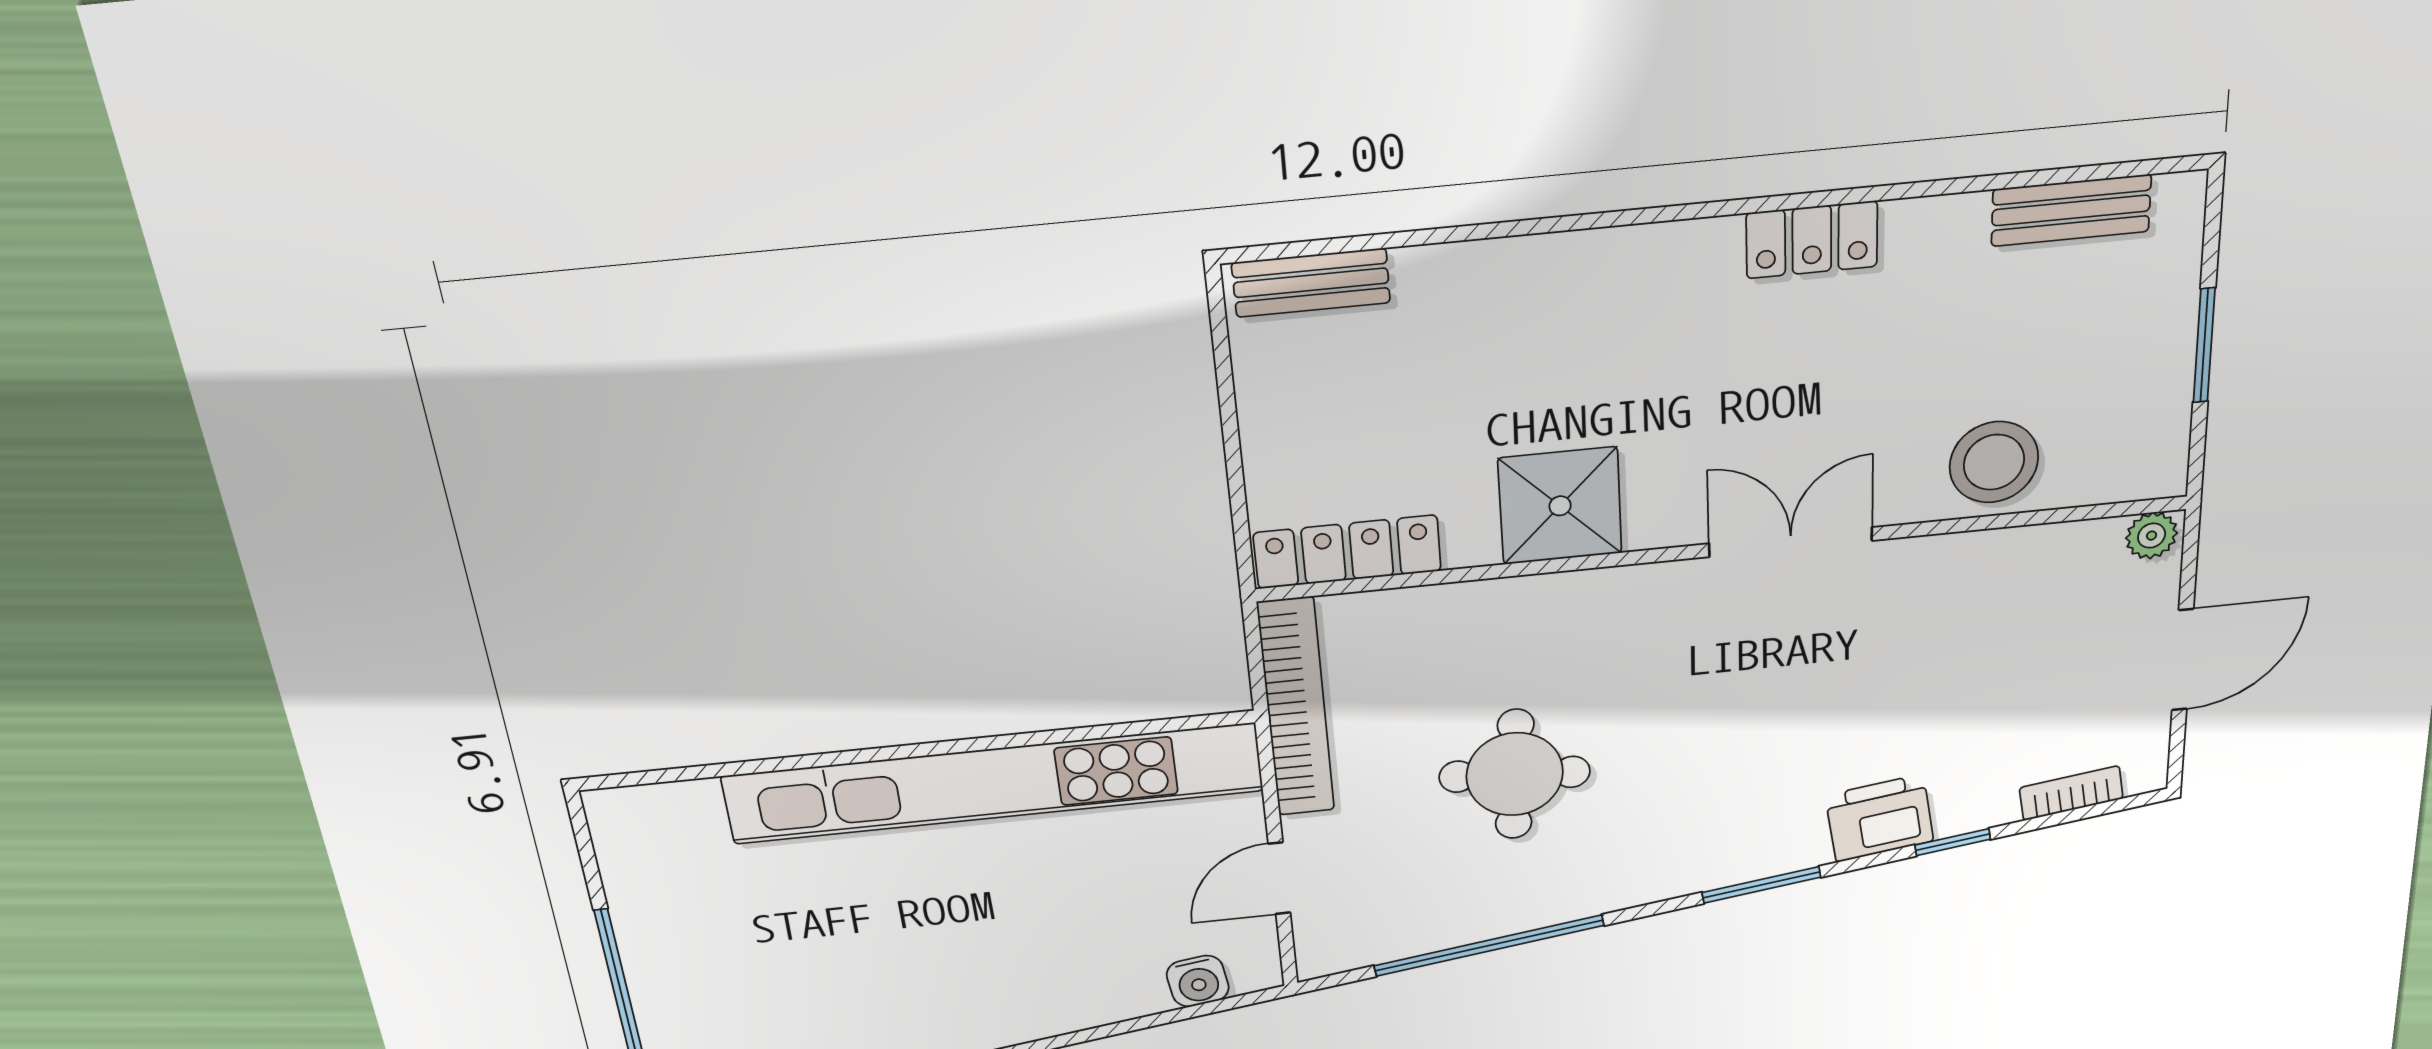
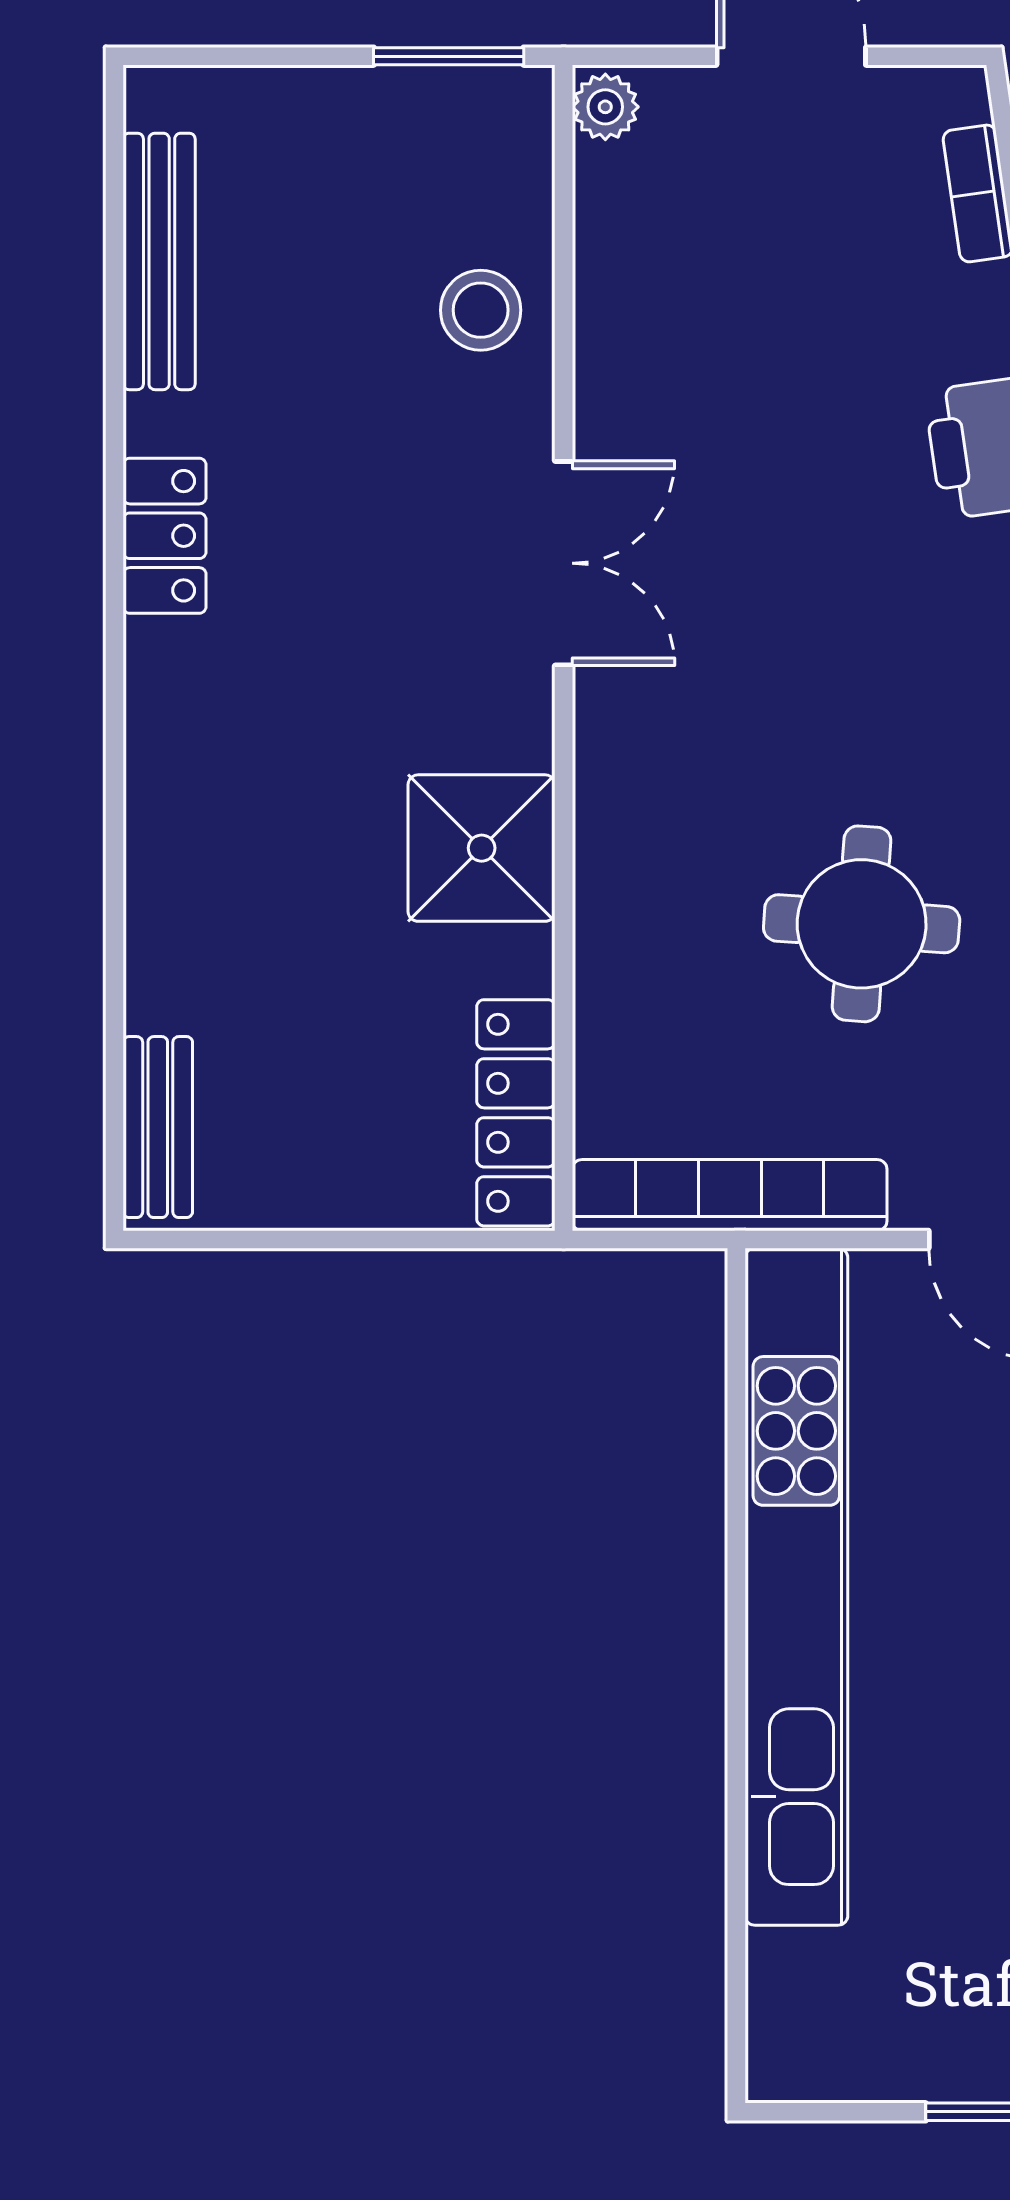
bench: (2071, 210) -> (159, 261), width x1.36
window: (2204, 345) -> (449, 56), moved
stool: (1994, 462) -> (481, 310), width x0.73, depth x0.73
double door: (1791, 542) -> (564, 563), swing flipped

